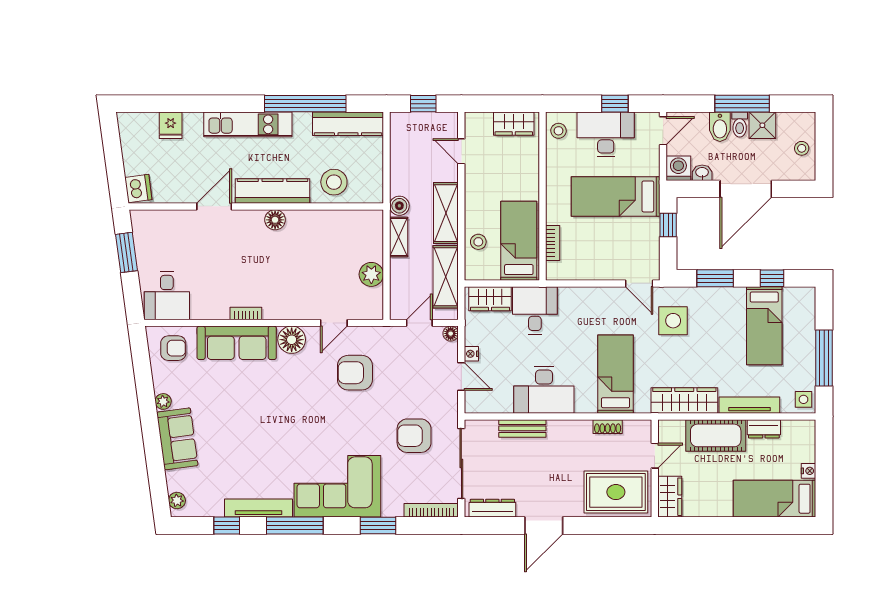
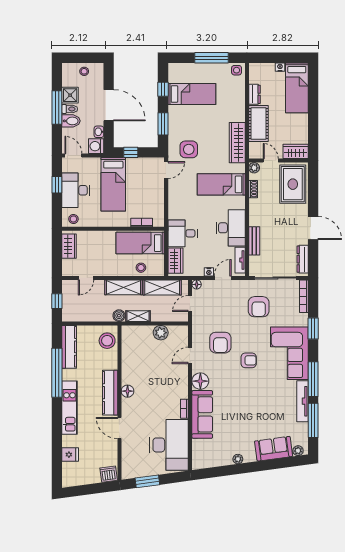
stool: (334, 182) -> (107, 341), moved
desk: (167, 296) -> (169, 445), width x1.87, depth x1.30
door: (334, 323) -> (190, 355), swing flipped
door: (419, 323) -> (190, 304), hinge flipped
armchair: (173, 348) -> (249, 360), moved, turned 90
tv unit: (749, 405) -> (240, 260), moved, width x0.71
plant: (643, 428) -> (254, 168), added
sofa: (177, 439) -> (274, 449), moved
window: (227, 526) -> (313, 420), width x2.17

